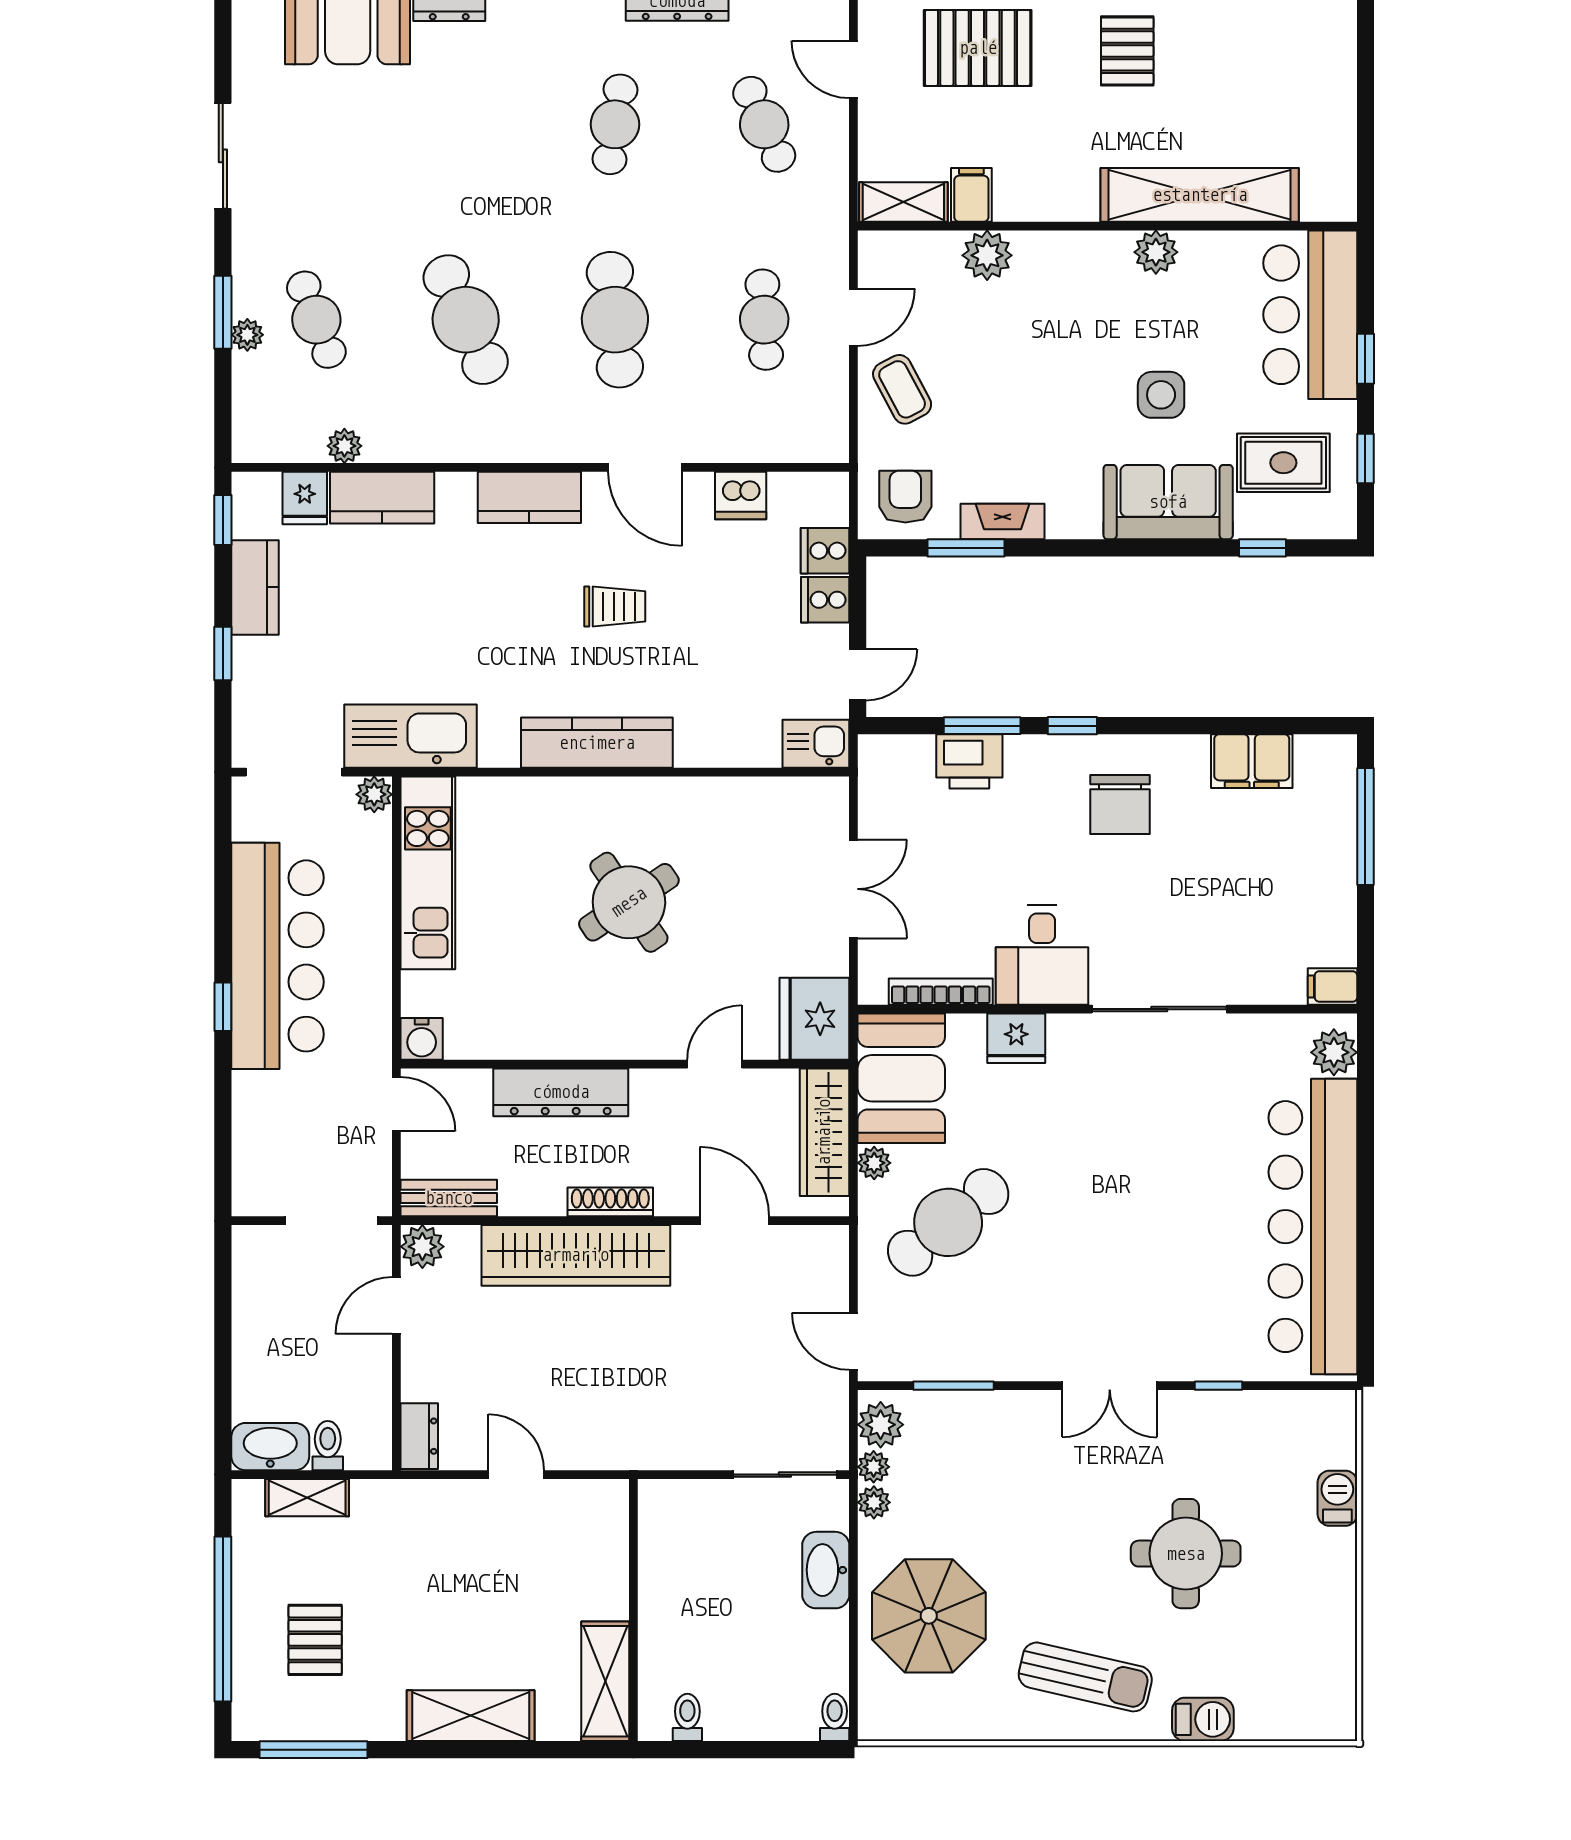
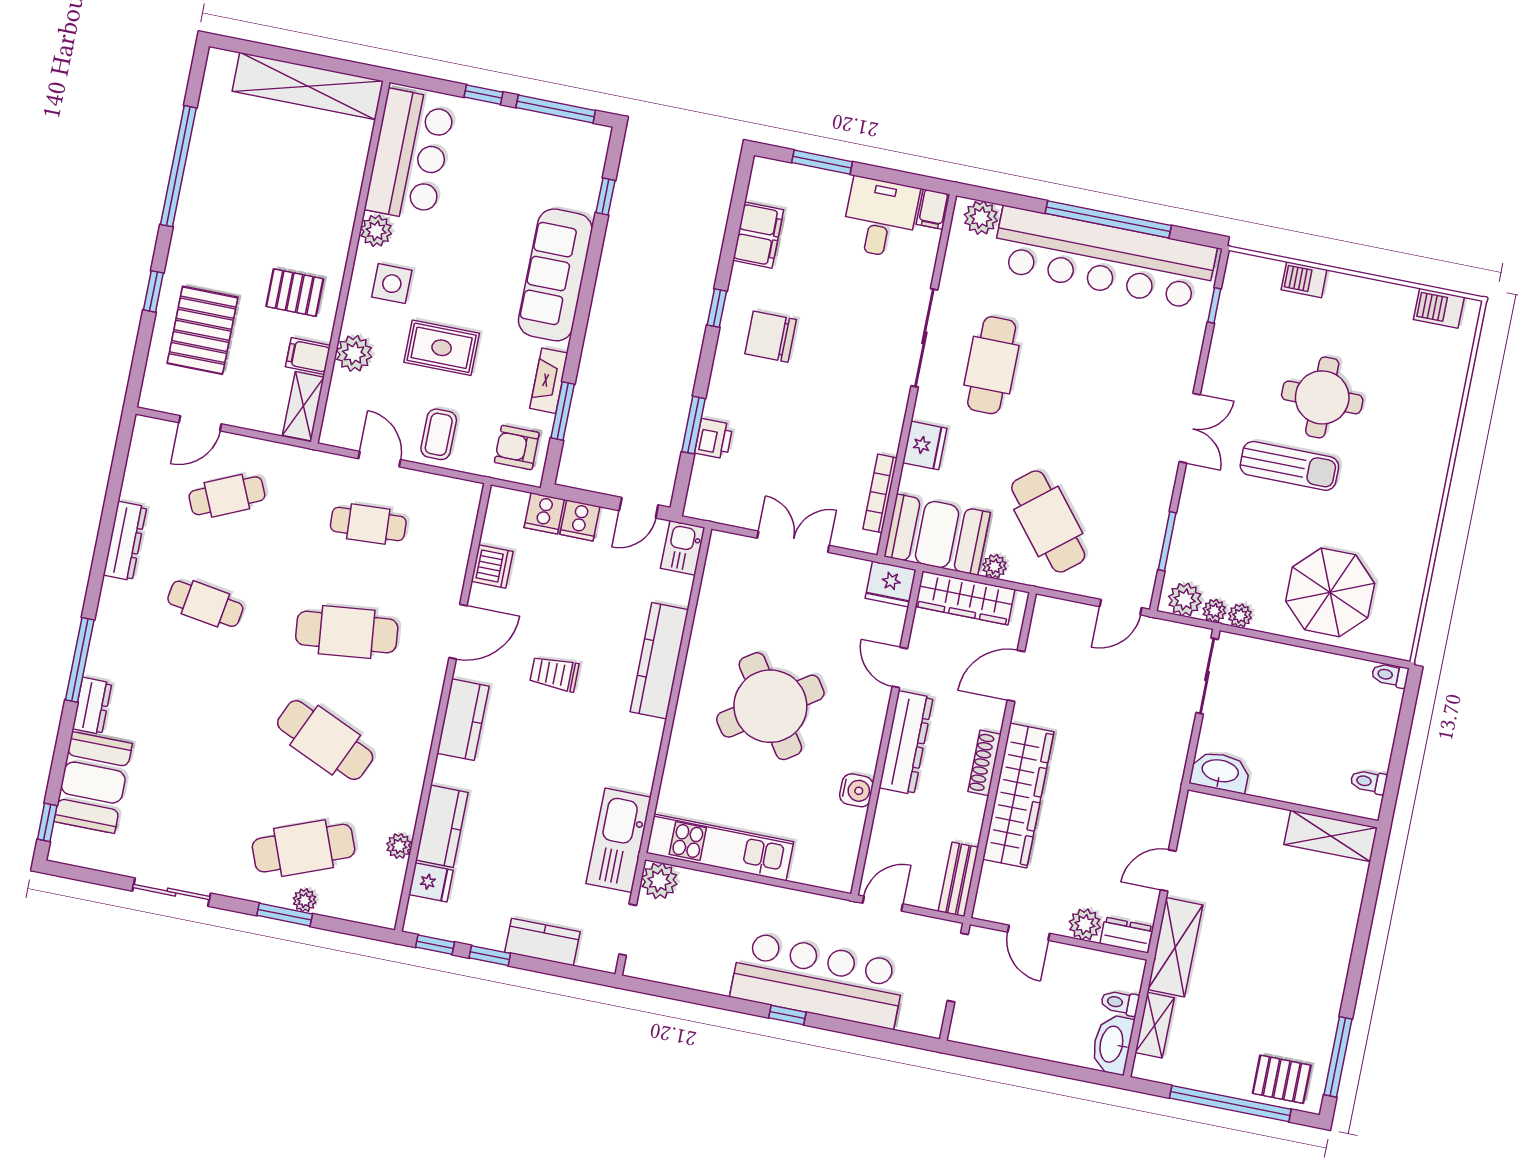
pallet: (1127, 51) -> (295, 293), moved
shelving: (1200, 195) -> (308, 86), moved, turned 90
bar counter: (1310, 315) -> (410, 155), moved, turned -90
cafe table: (316, 320) -> (304, 848), width x1.37, depth x1.35
cafe table: (466, 320) -> (325, 740), turned 48
coffee table: (902, 389) -> (439, 434), turned -62
side table: (1161, 395) -> (392, 284), moved
window: (1365, 458) -> (556, 109), width x2.17
rug: (1283, 463) -> (442, 348), moved, turned 90
sofa: (1168, 502) -> (555, 275), width x1.36
kitchen counter: (255, 587) -> (542, 942), moved
trolley: (615, 606) -> (554, 674), turned -90
window: (223, 653) -> (490, 956), moved
door: (858, 675) -> (639, 508), swing flipped
window: (1072, 726) -> (717, 308), moved
kitchen counter: (597, 743) -> (659, 661), moved
printer: (969, 761) -> (714, 439), width x0.73, depth x0.81
doorway: (294, 772) -> (628, 930), width x0.73
plant: (374, 794) -> (659, 881), width x1.38, depth x1.38
chair: (1120, 805) -> (771, 337), turned 180
window: (1365, 827) -> (822, 162), width x0.69
round table: (629, 902) -> (770, 706), width x1.36, depth x1.36
desk: (1042, 955) -> (880, 218), moved, turned -90
bar counter: (278, 956) -> (818, 980), moved
fridge: (814, 1019) -> (891, 584), width x0.73, depth x0.75
water cooler: (422, 1039) -> (856, 790), moved
dresser: (561, 1092) -> (906, 743), moved
cafe table: (1141, 1106) -> (992, 365), added
window: (1365, 1222) -> (1108, 219), added
plant: (422, 1247) -> (1085, 924), moved
window: (1219, 1386) -> (1214, 305), moved
washbasin: (826, 1570) -> (1220, 772), moved, turned 180
pallet: (315, 1640) -> (1282, 1079), moved
sun lounger: (1085, 1677) -> (1289, 466), moved, turned 77
shelving: (471, 1716) -> (1175, 947), moved
barbecue: (1203, 1719) -> (1439, 308), moved, turned -90

